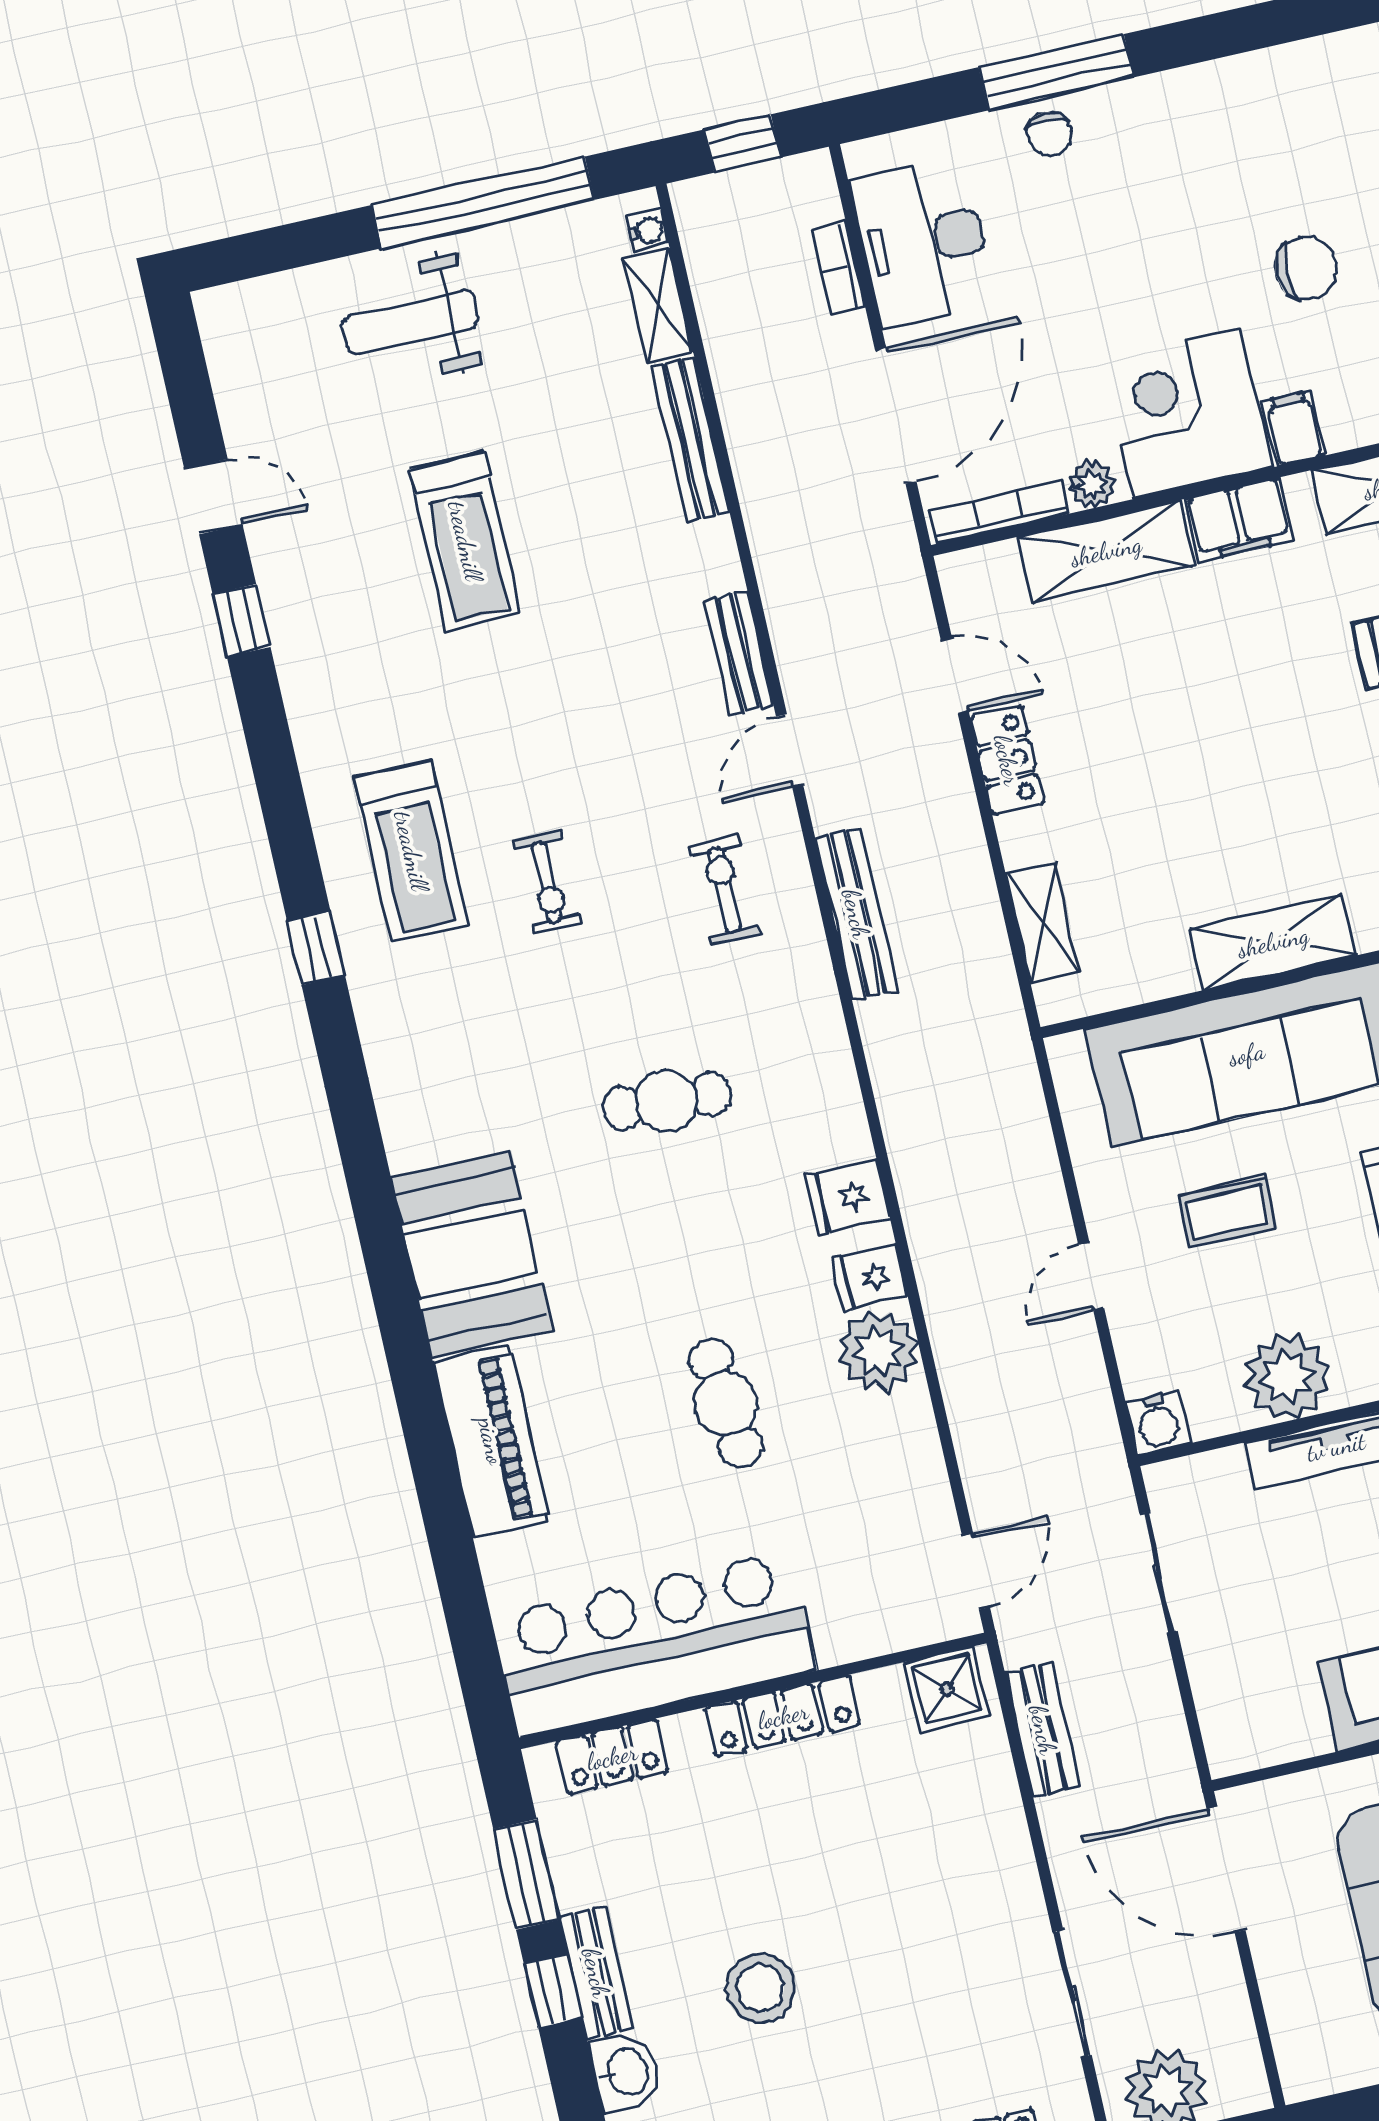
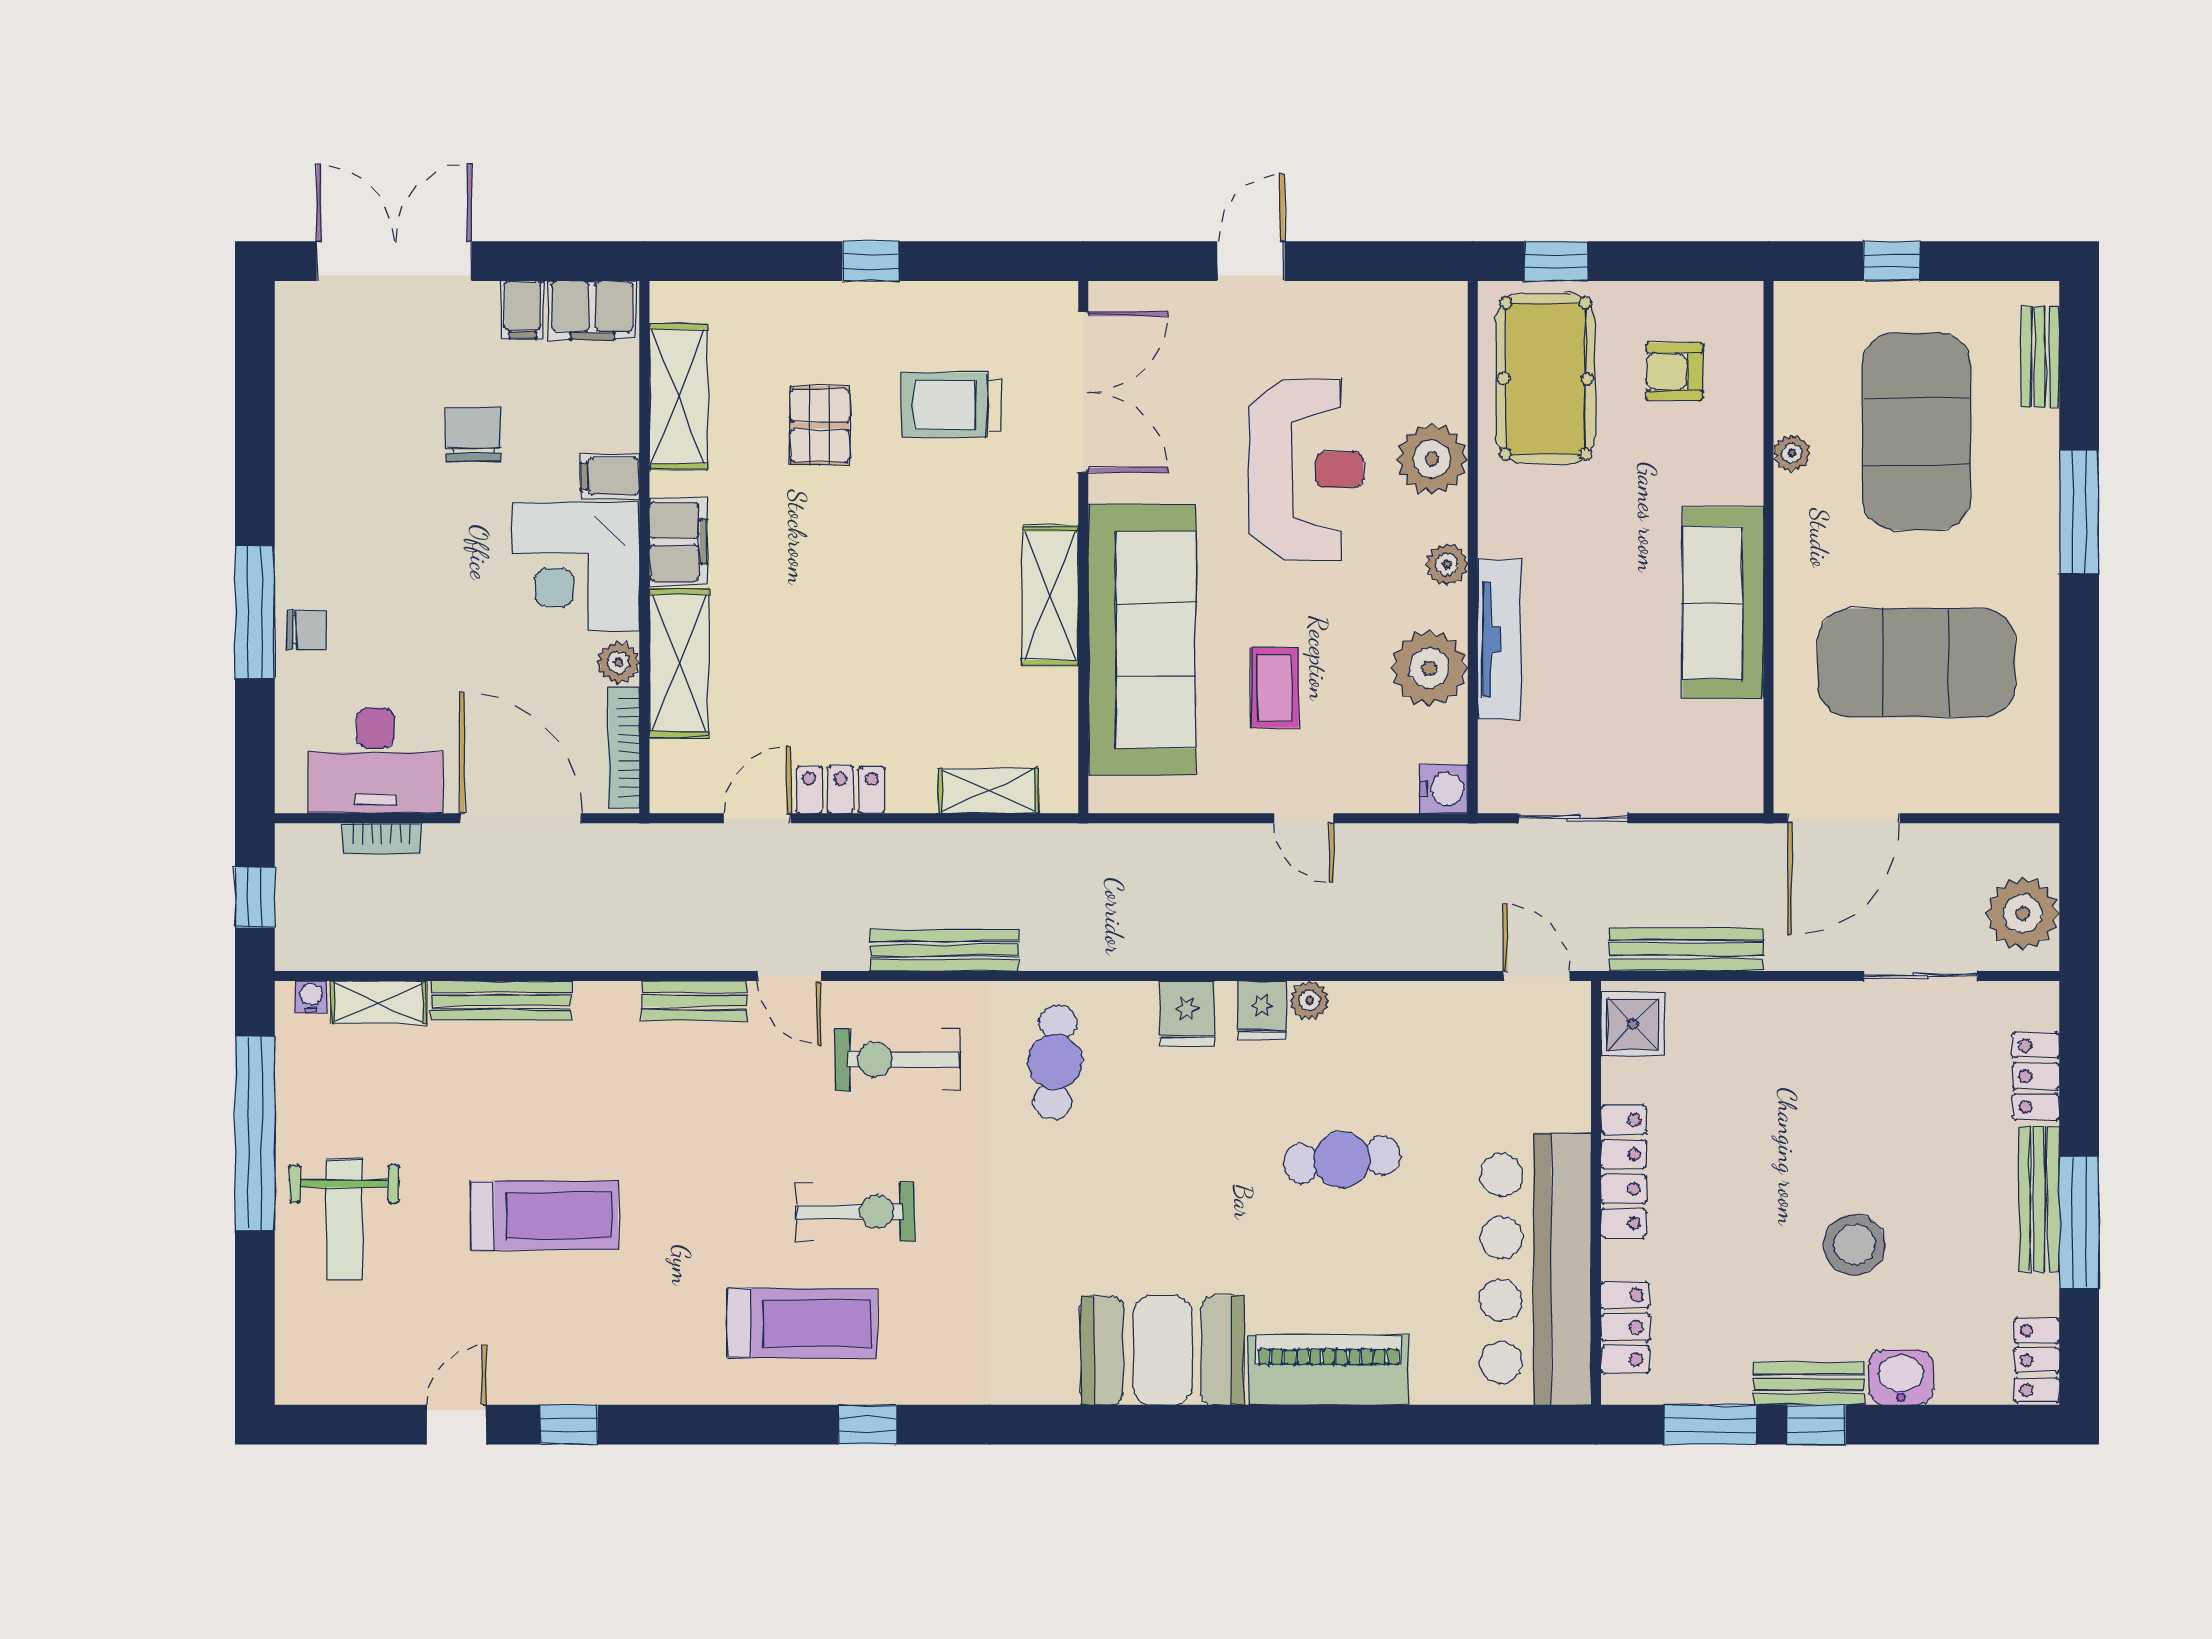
exercise bike: (547, 882) -> (855, 1212), width x1.38, depth x1.39
exercise bike: (725, 890) -> (897, 1059), width x1.38, depth x1.39
cafe table: (666, 1101) -> (1055, 1062), moved
plant: (878, 1351) -> (1309, 1000), width x0.53, depth x0.53
bench: (1043, 1730) -> (1687, 950), width x1.36

